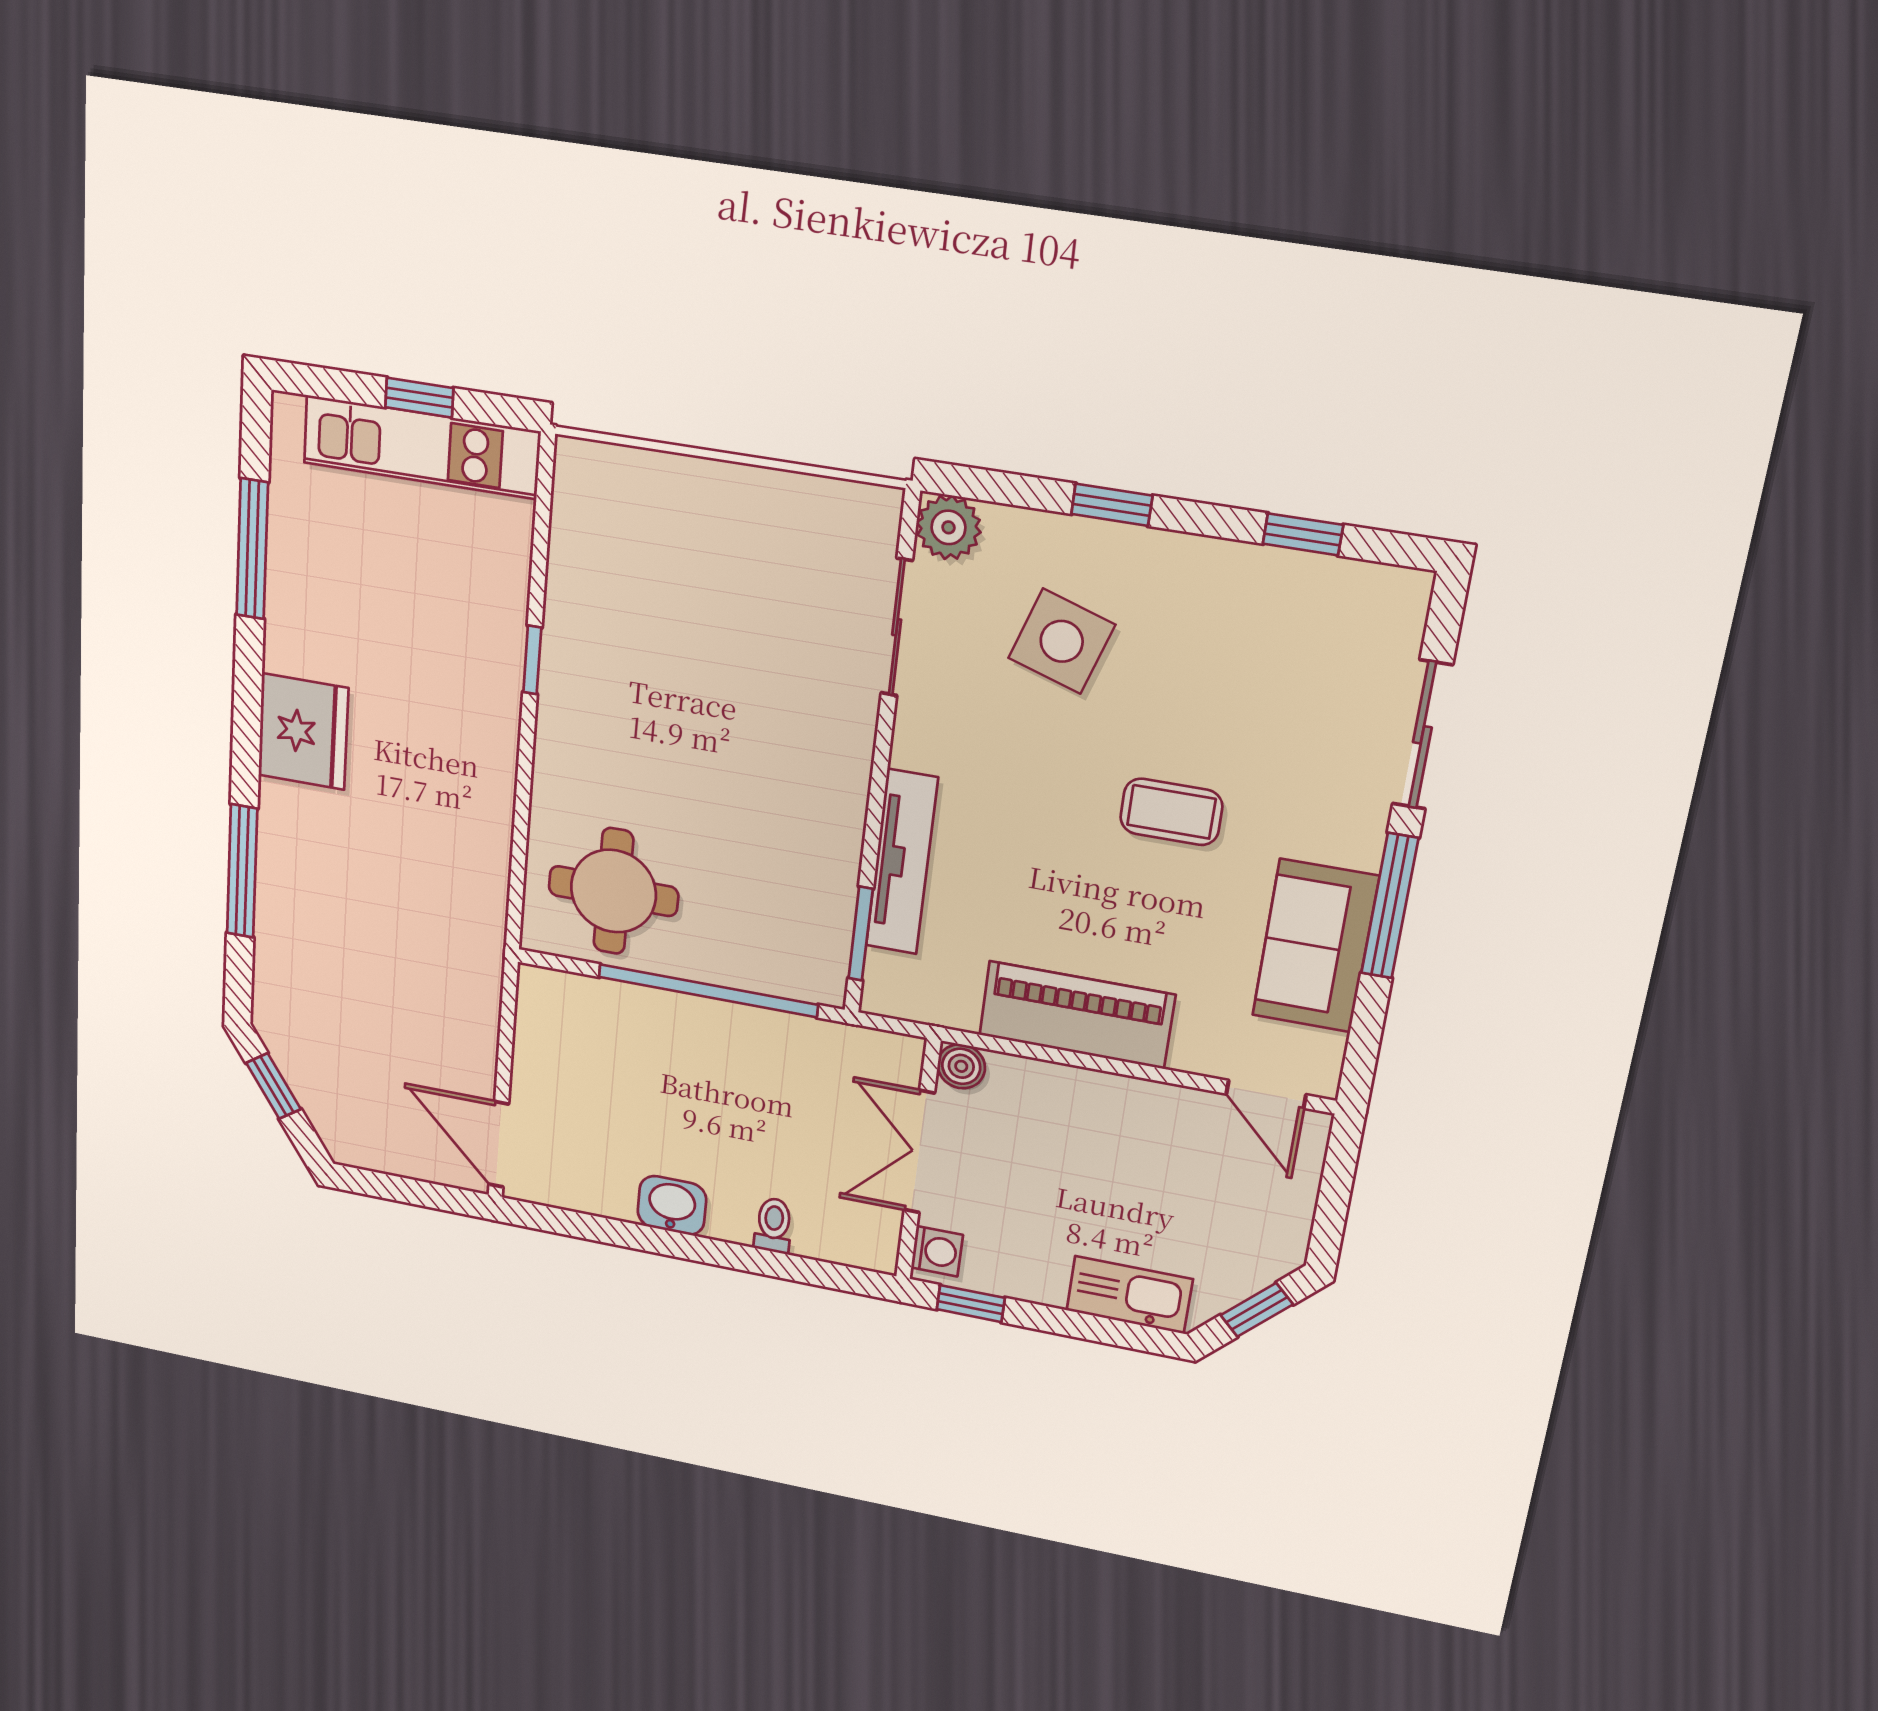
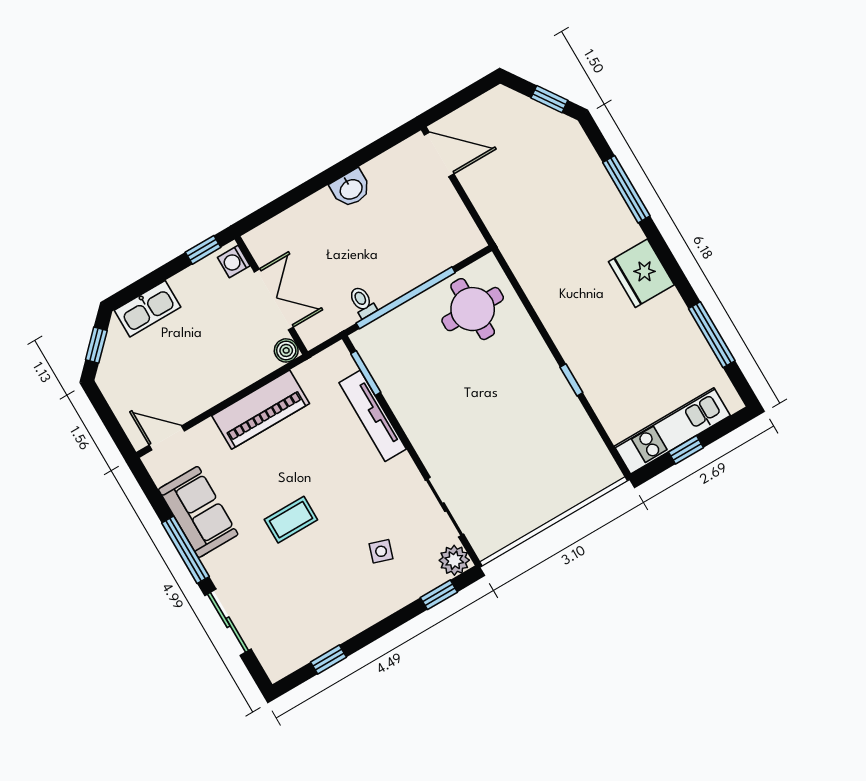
window: (1112, 505) -> (439, 595), moved
side table: (1062, 641) -> (381, 551), width x0.54, depth x0.54
toilet: (773, 1225) -> (362, 302), moved, turned 180

